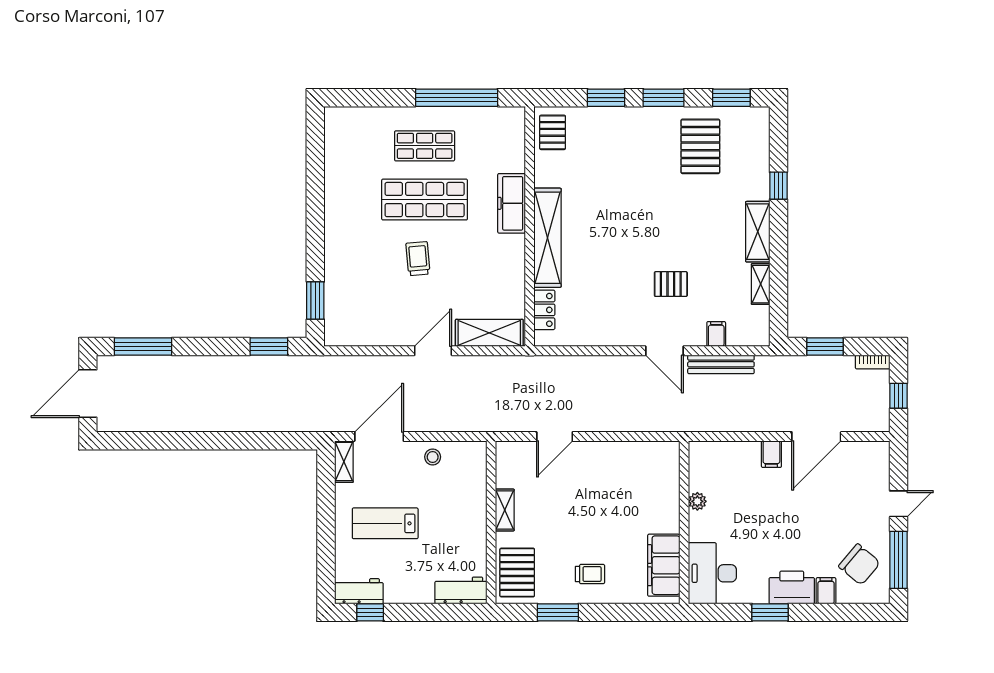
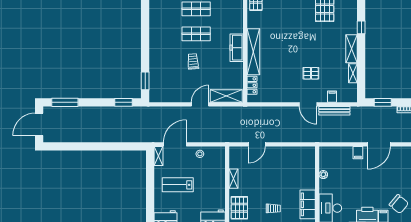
shop shelf: (425, 200) -> (196, 34), width x0.70, depth x0.74
freezer: (512, 203) -> (237, 48), moved

